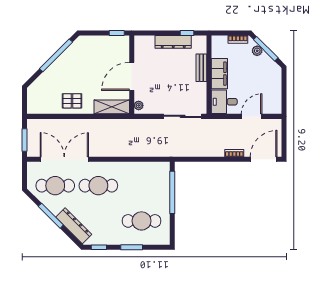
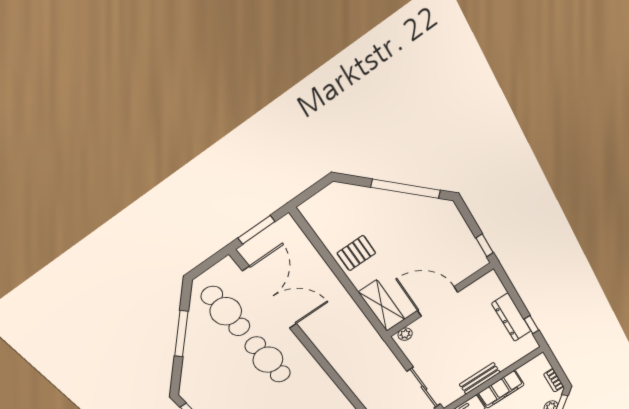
bench: (201, 68) -> (480, 378), moved
pallet: (72, 101) -> (356, 253), turned 90
dresser: (74, 226) -> (192, 368), removed

